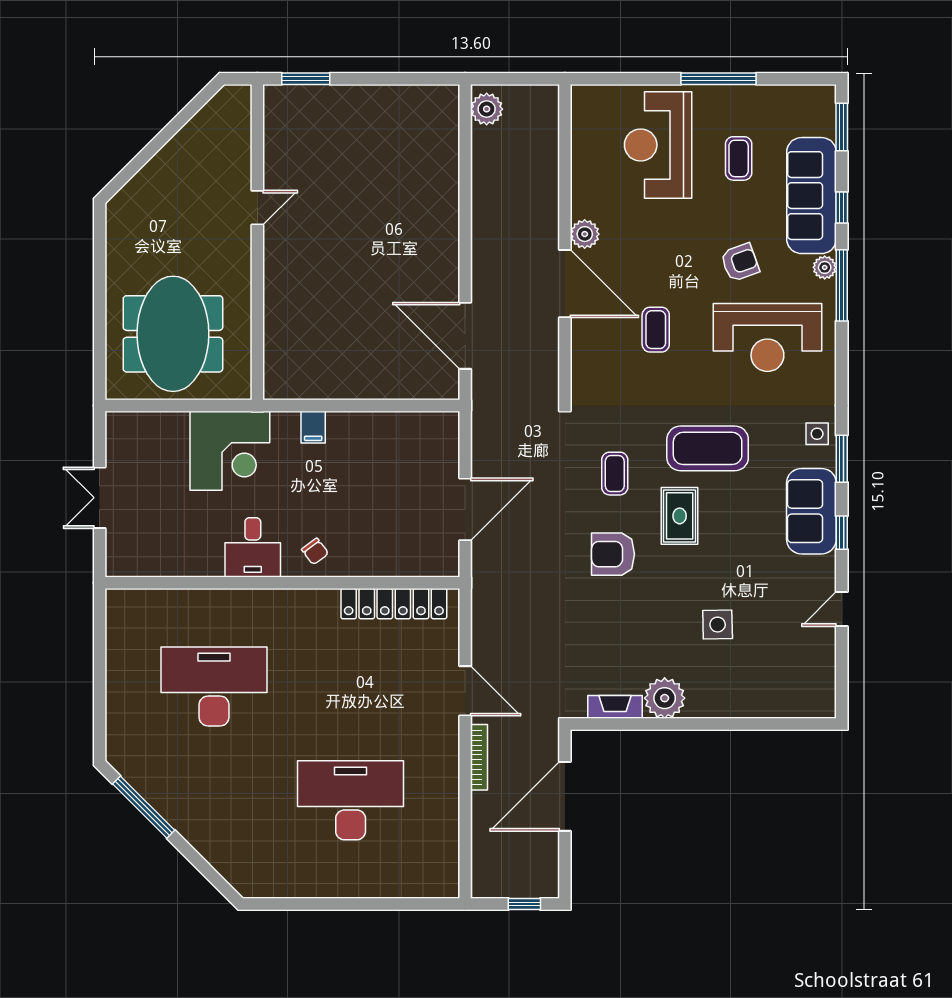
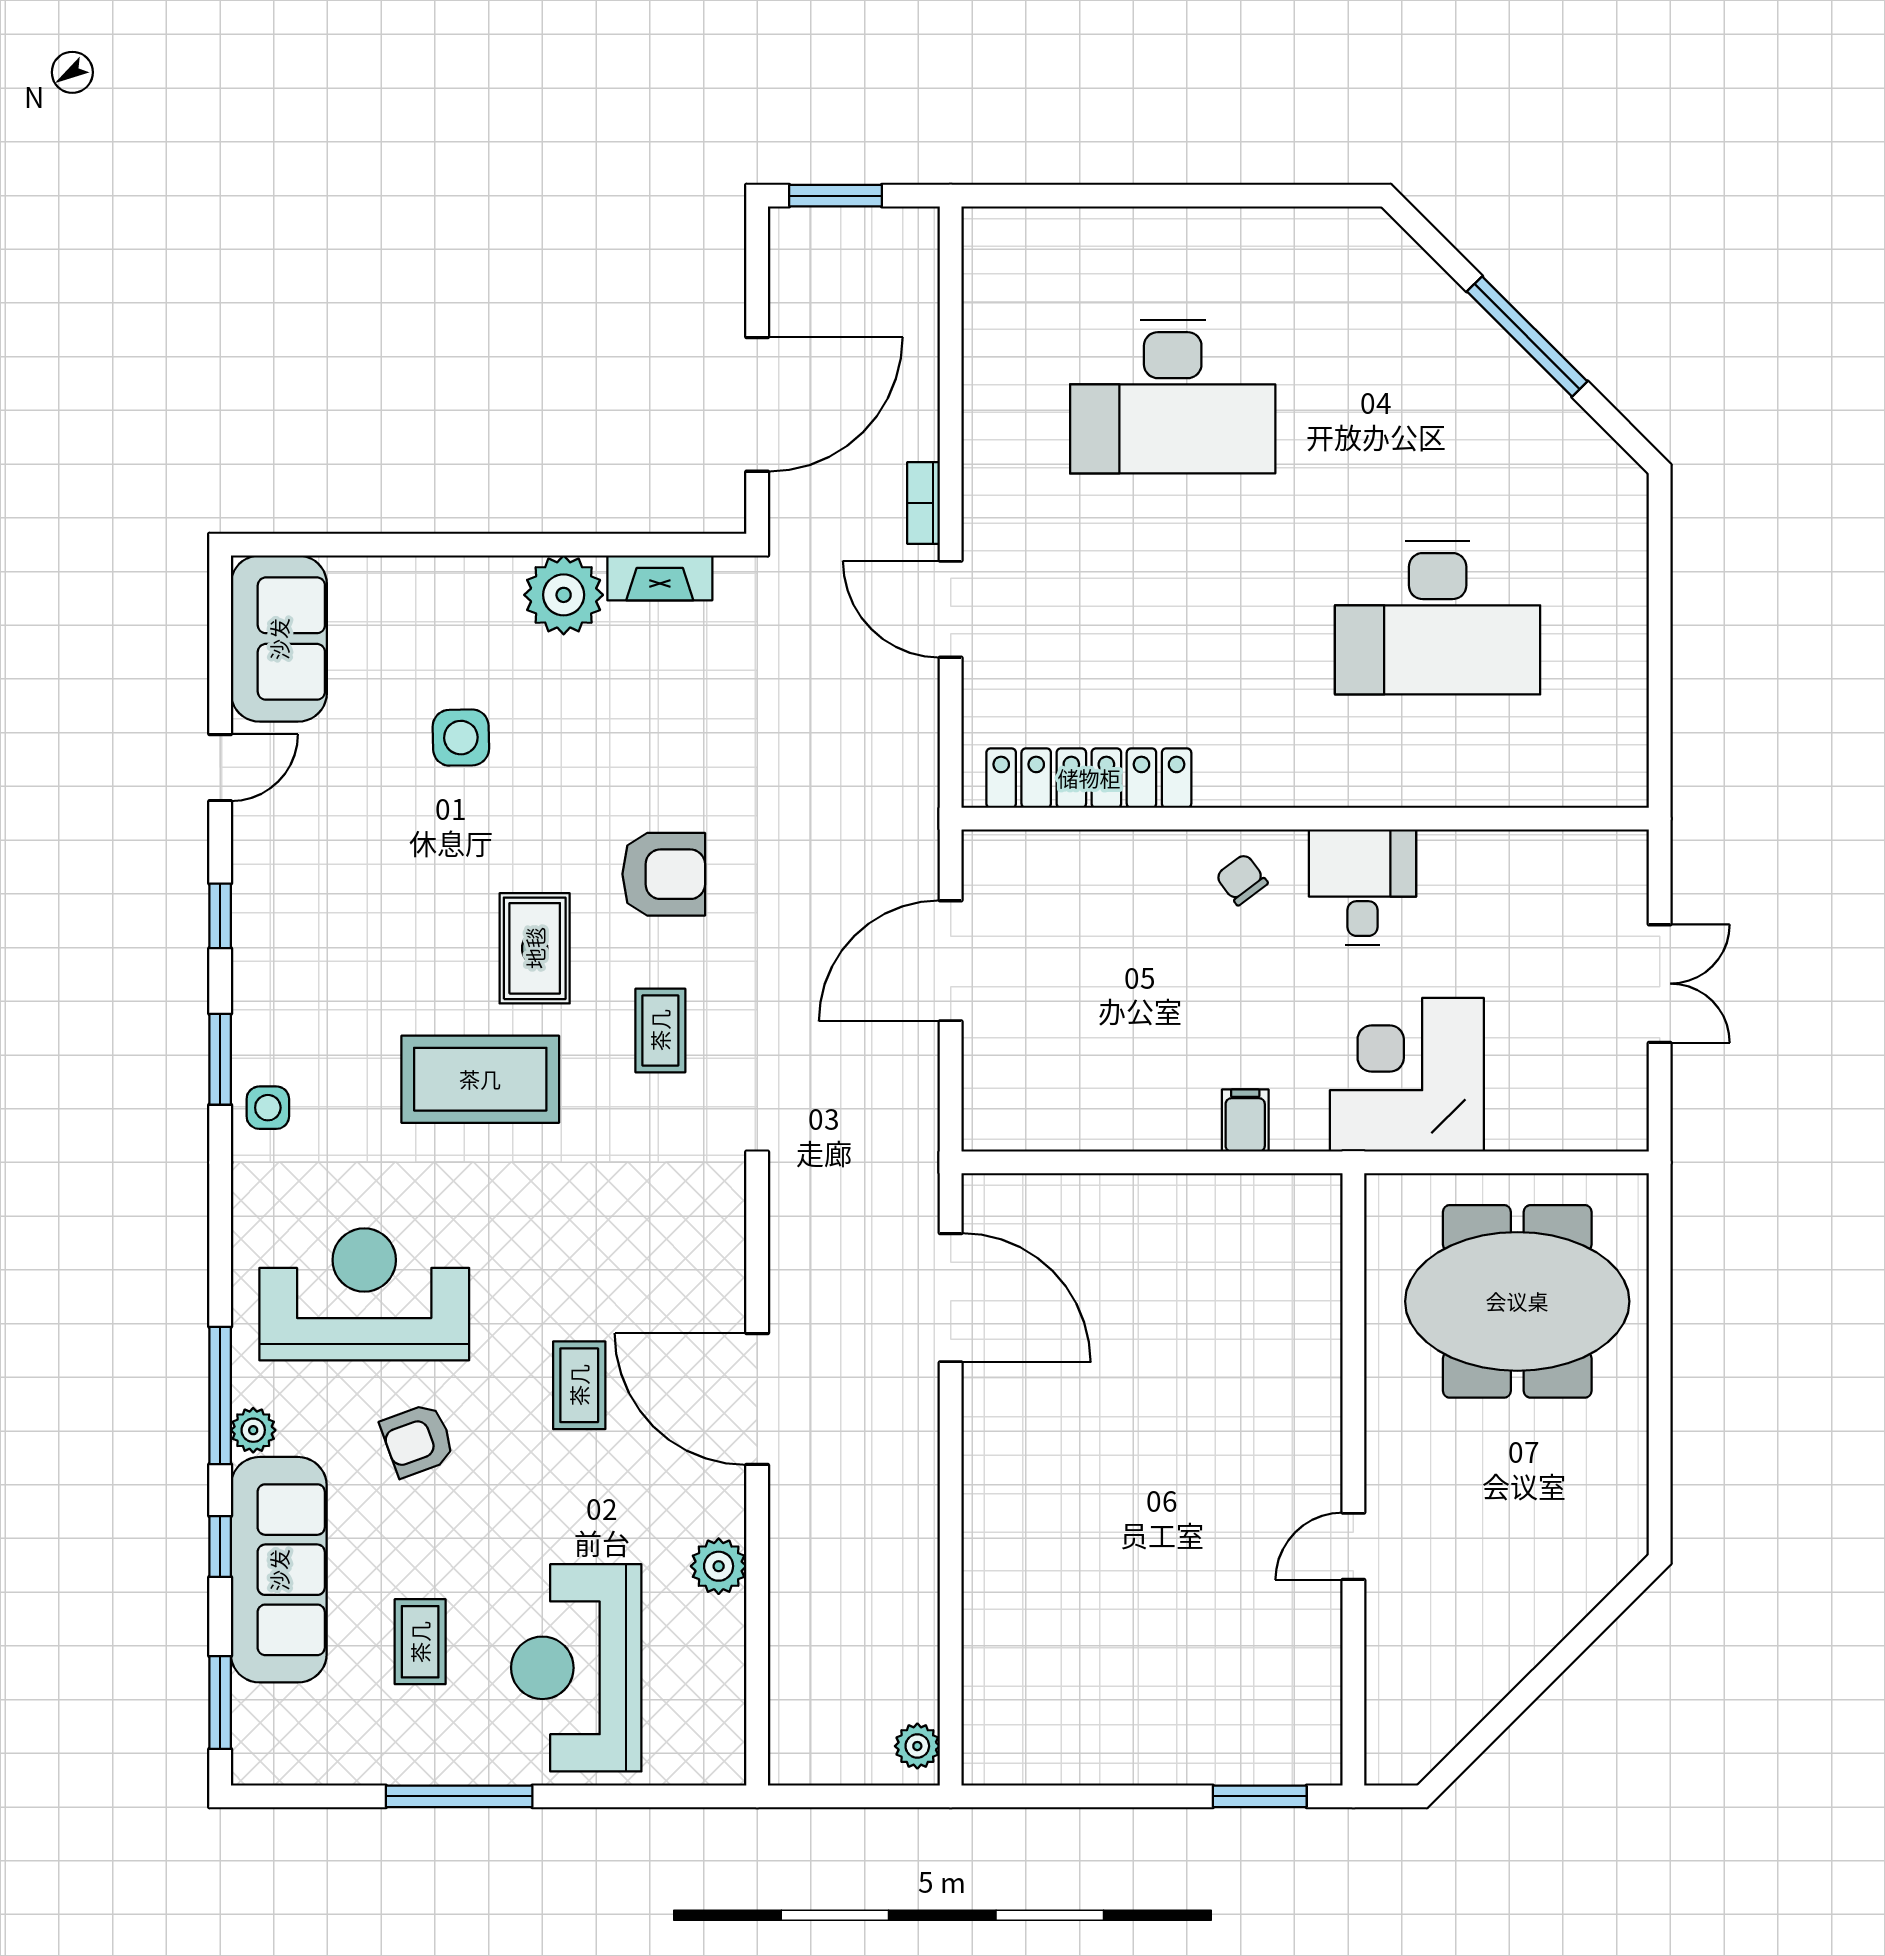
plant: (487, 109) -> (917, 1746), width x0.73, depth x0.73
reception desk: (658, 145) -> (576, 1668), turned 180
plant: (585, 234) -> (719, 1566), moved
coffee table: (656, 330) -> (579, 1385), moved
meeting table: (173, 334) -> (1517, 1301), turned 90
sofa: (811, 511) -> (279, 639), moved
bookcase: (479, 757) -> (924, 503), width x0.64
window: (144, 807) -> (1527, 336), moved
window: (524, 904) -> (836, 196), width x1.50

